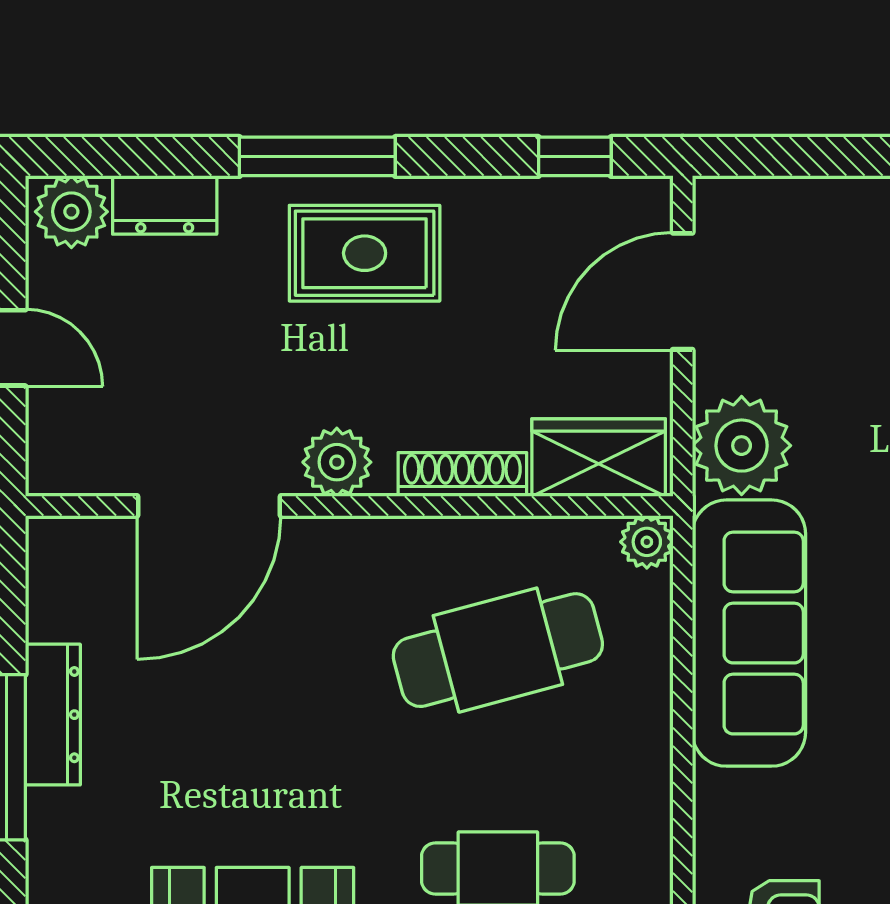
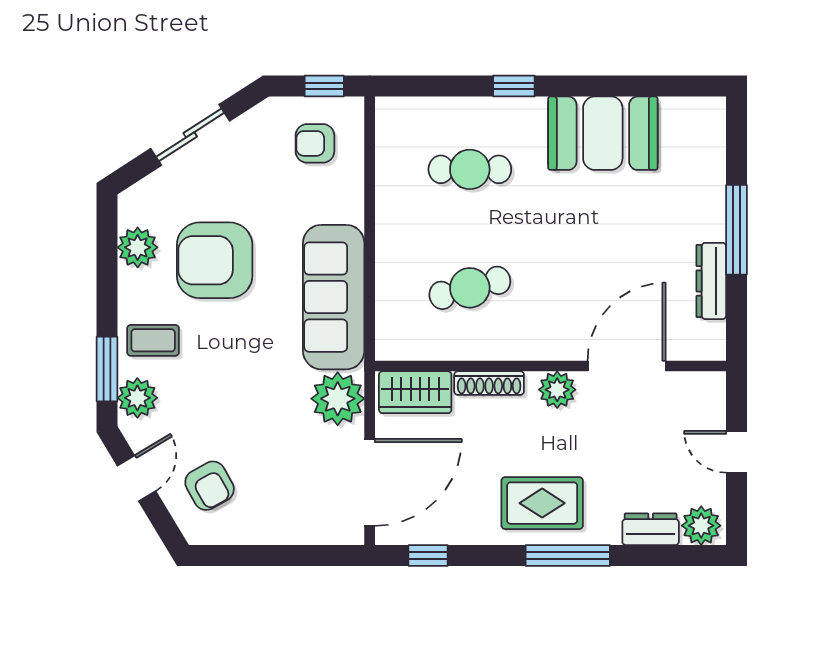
door: (683, 291) -> (370, 482), width x1.36
plant: (647, 542) -> (389, 347), removed
cafe table: (498, 650) -> (470, 288), width x0.73, depth x0.74
dresser: (53, 715) -> (711, 281), moved

